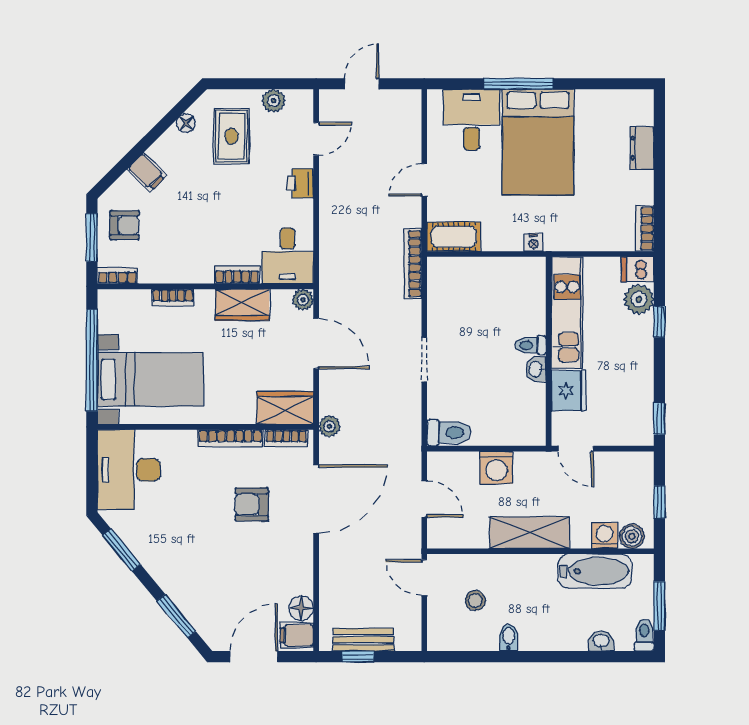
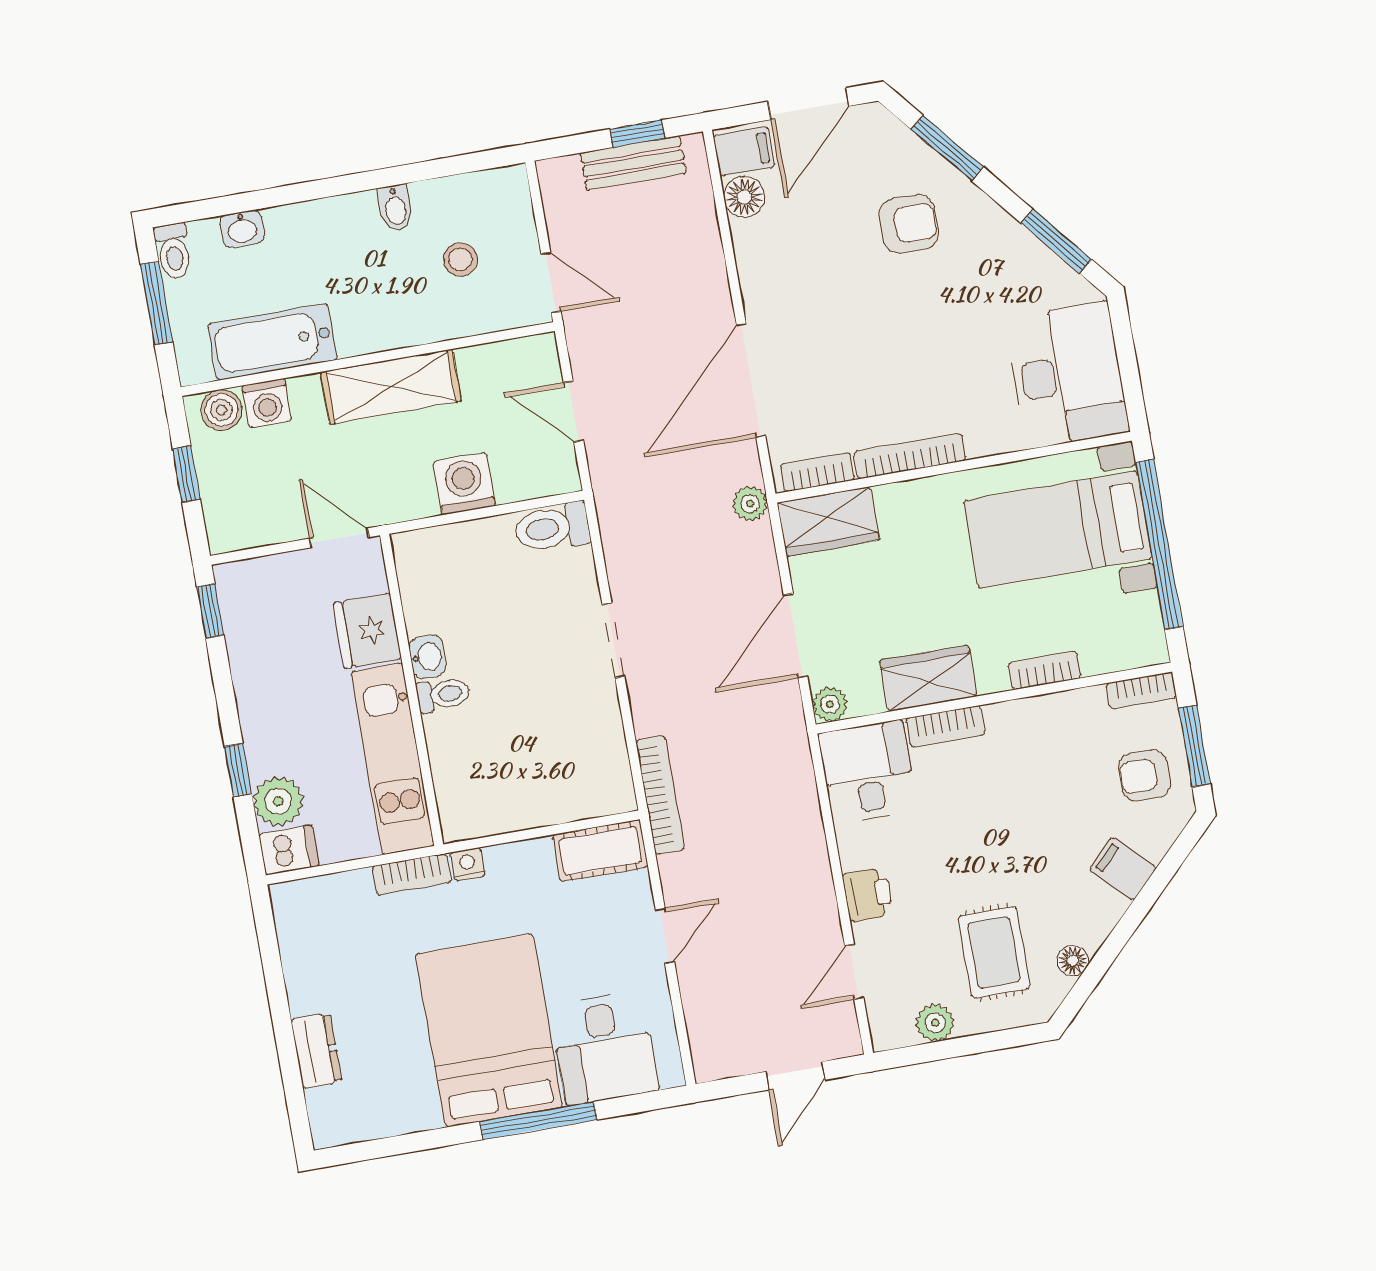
bookcase: (645, 229) -> (412, 874), moved, turned 90
door: (316, 344) -> (796, 636), hinge flipped
armchair: (252, 504) -> (909, 224), moved

